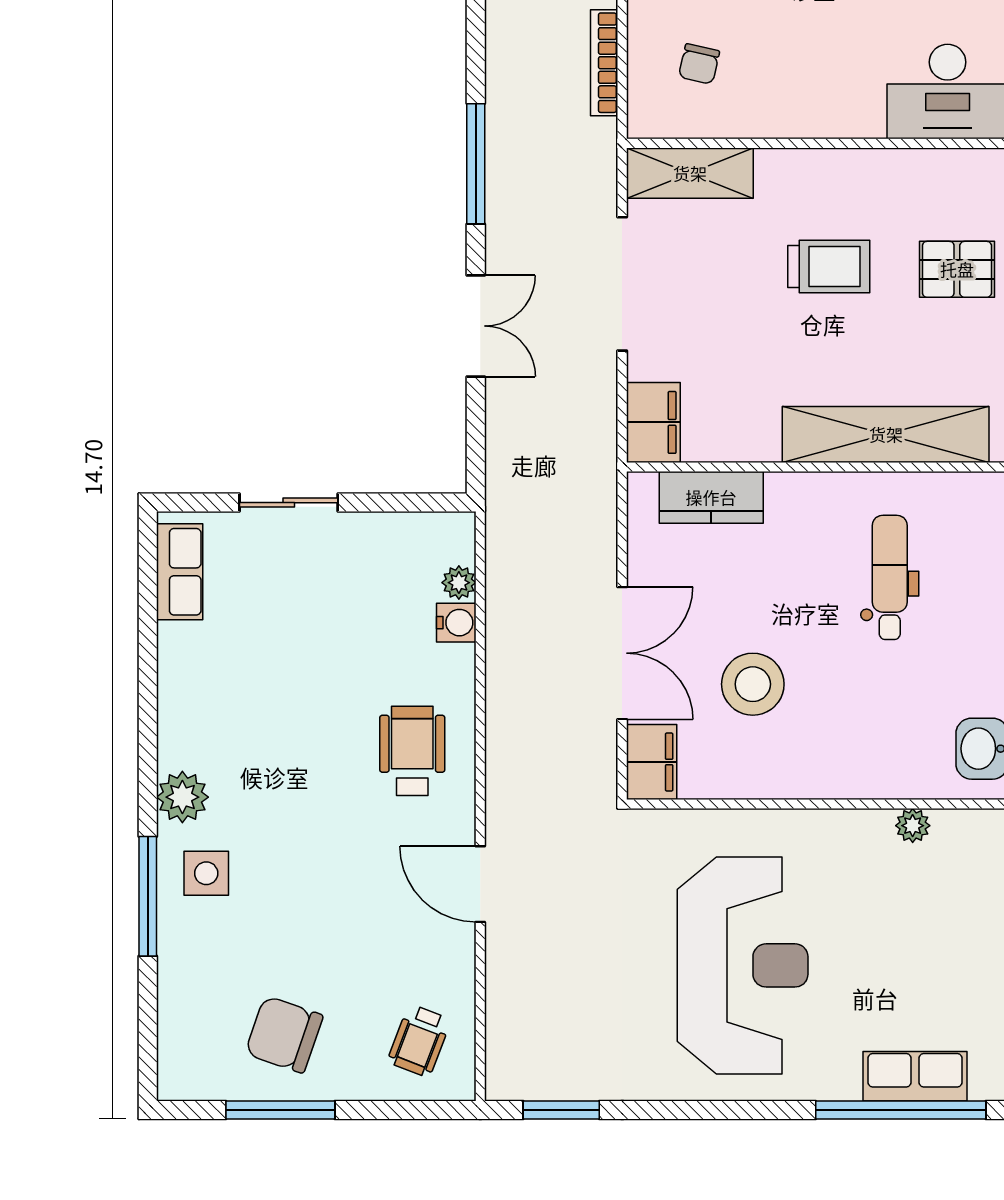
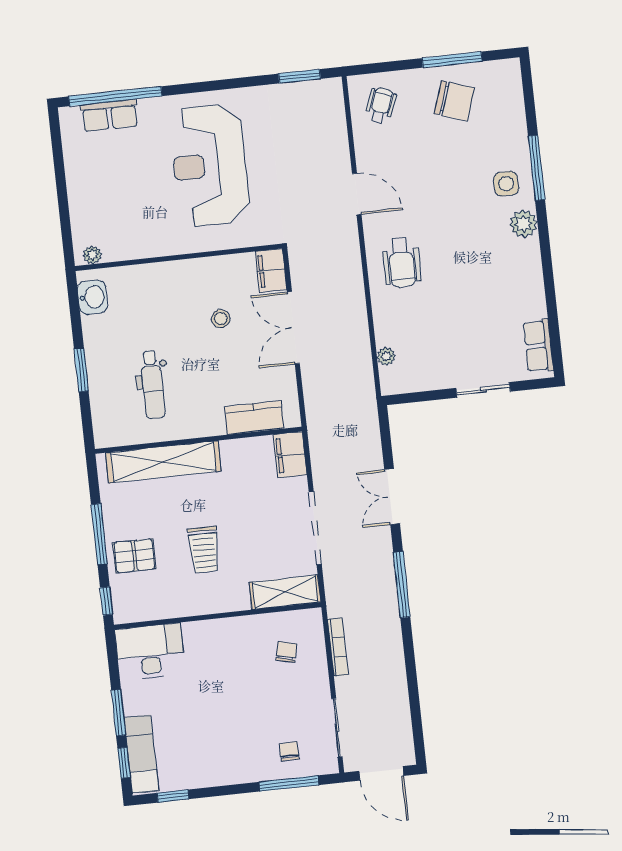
trolley: (829, 267) -> (204, 550), turned -90
water cooler: (456, 623) -> (385, 335), removed
stool: (753, 684) -> (221, 319), width x0.53, depth x0.53
plant: (913, 826) -> (92, 255), moved

